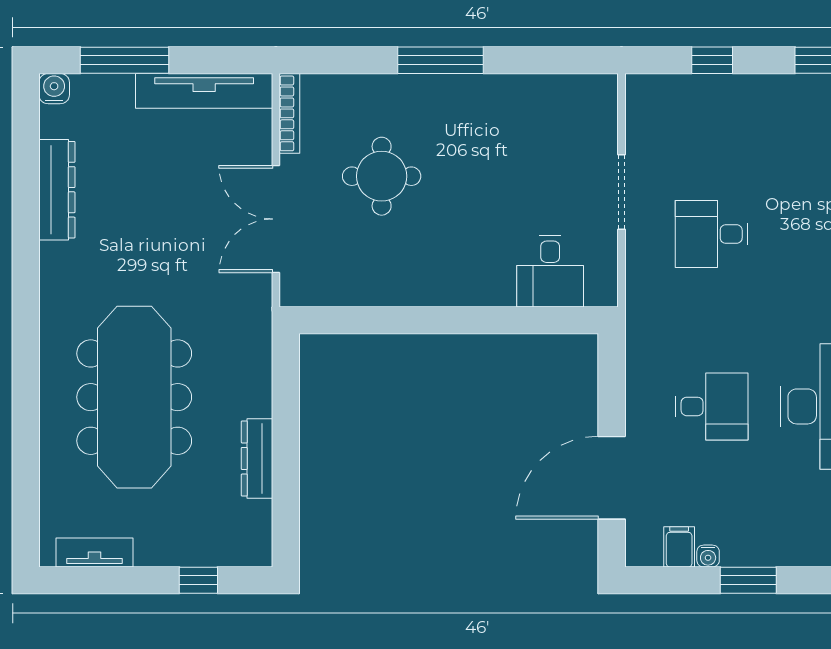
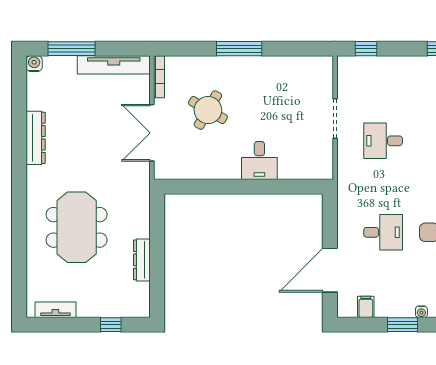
window: (712, 60) -> (366, 49), moved
round table: (382, 176) -> (208, 110), turned 30
dresser: (57, 190) -> (36, 138), moved
desk: (550, 271) -> (259, 160), moved
meeting table: (134, 397) -> (77, 227), width x0.73
water cooler: (708, 556) -> (421, 312), moved

